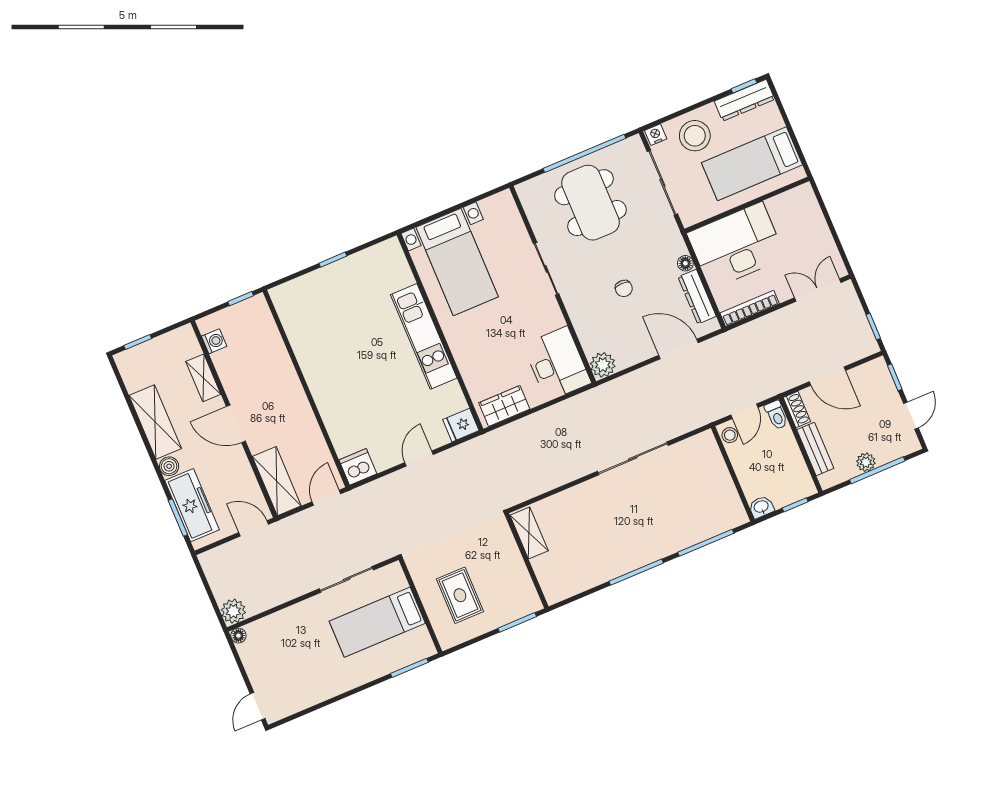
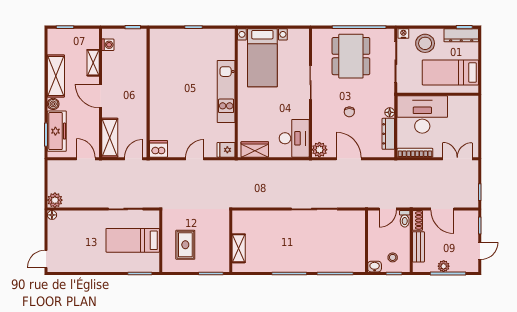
door: (679, 349) -> (349, 159), moved
stool: (730, 435) -> (393, 257), moved
shelving: (529, 533) -> (239, 248), moved

